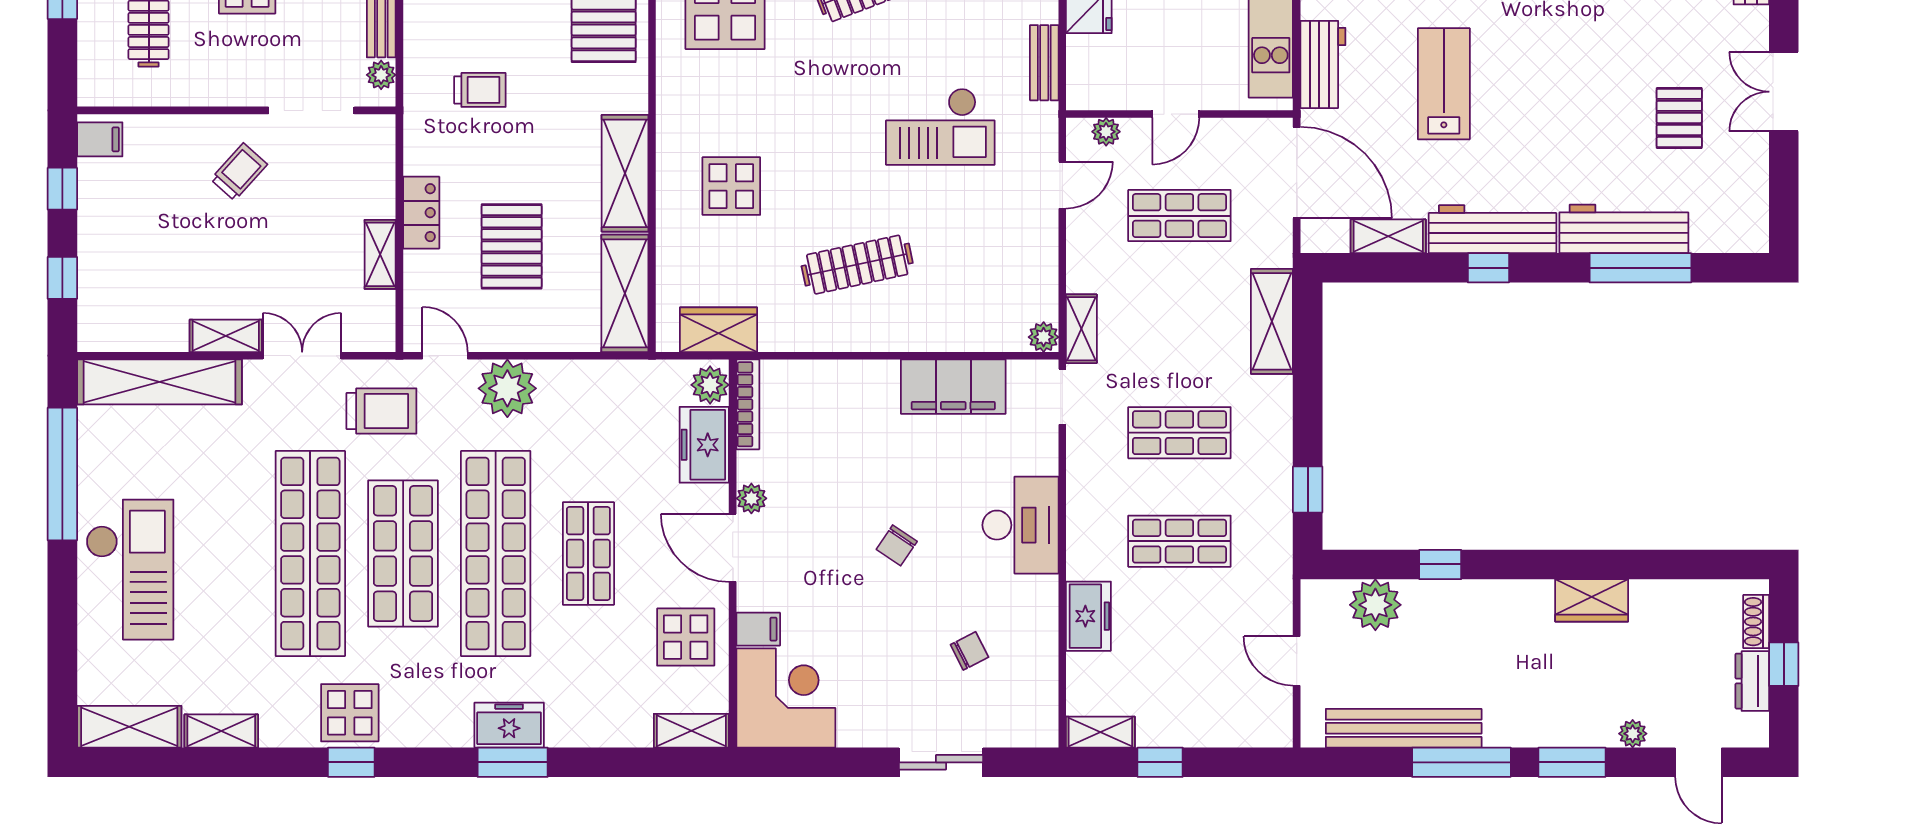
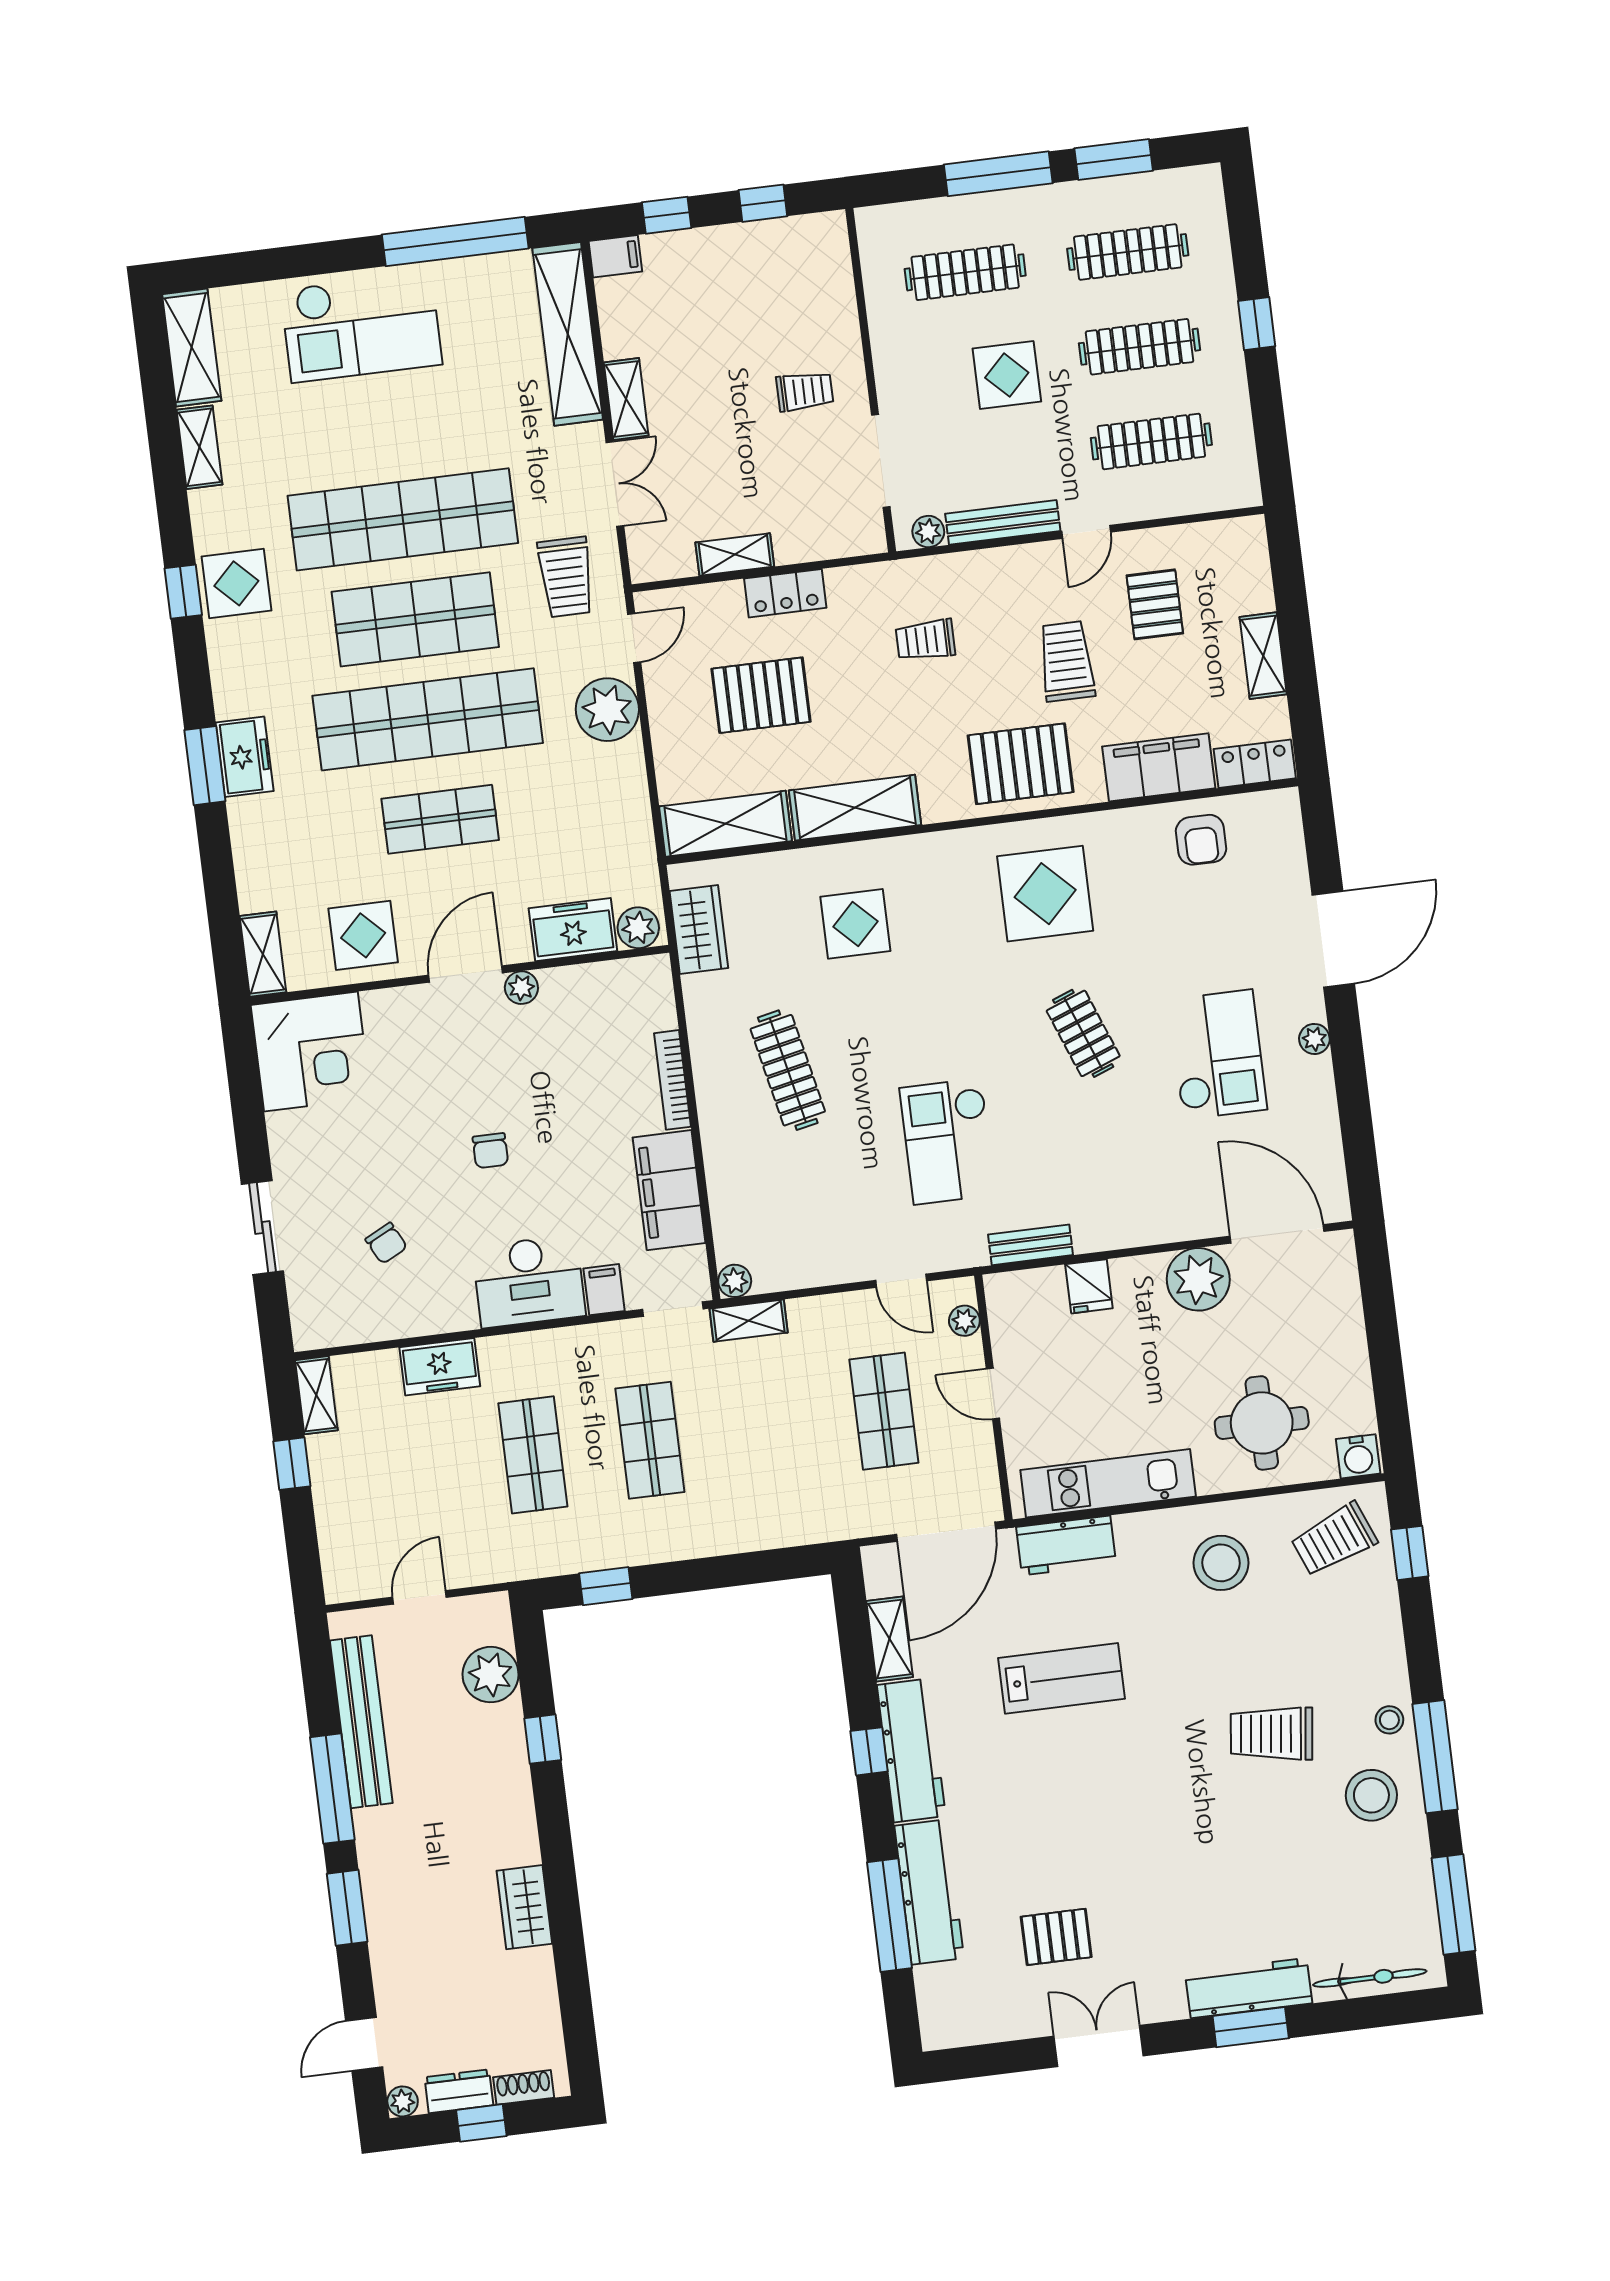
trolley: (480, 90) -> (925, 640), turned 90
filing cabinet: (100, 139) -> (615, 256), moved, turned -90
trolley: (239, 172) -> (805, 391), turned -42
shelving: (1272, 321) -> (782, 1525), removed
bookcase: (748, 404) -> (673, 1080), moved, turned 90
chair: (897, 545) -> (490, 1151), turned -124
filing cabinet: (758, 629) -> (604, 1290), moved, turned 180
plant: (1633, 734) -> (403, 2101), moved

